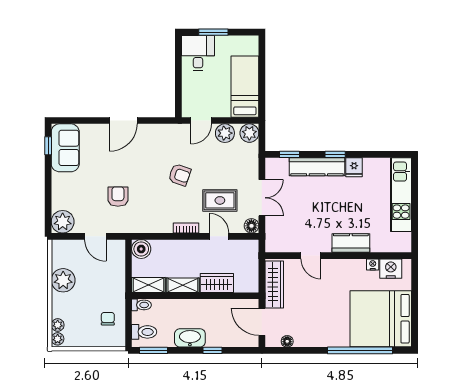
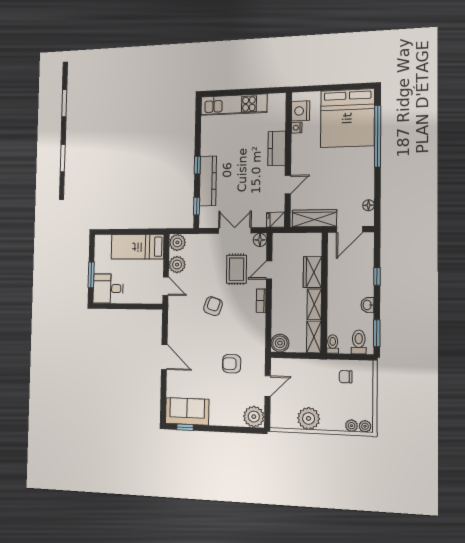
fridge: (354, 167) -> (276, 220), moved, turned 180
washbasin: (190, 338) -> (367, 305), width x0.52, depth x0.69

